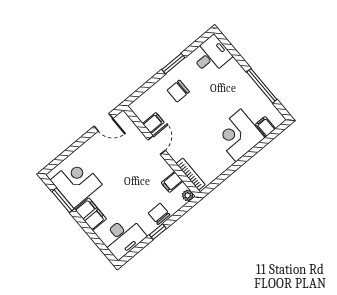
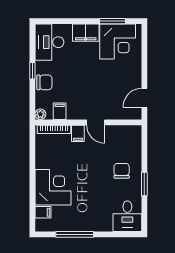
filing cabinet: (153, 123) -> (78, 133), moved

